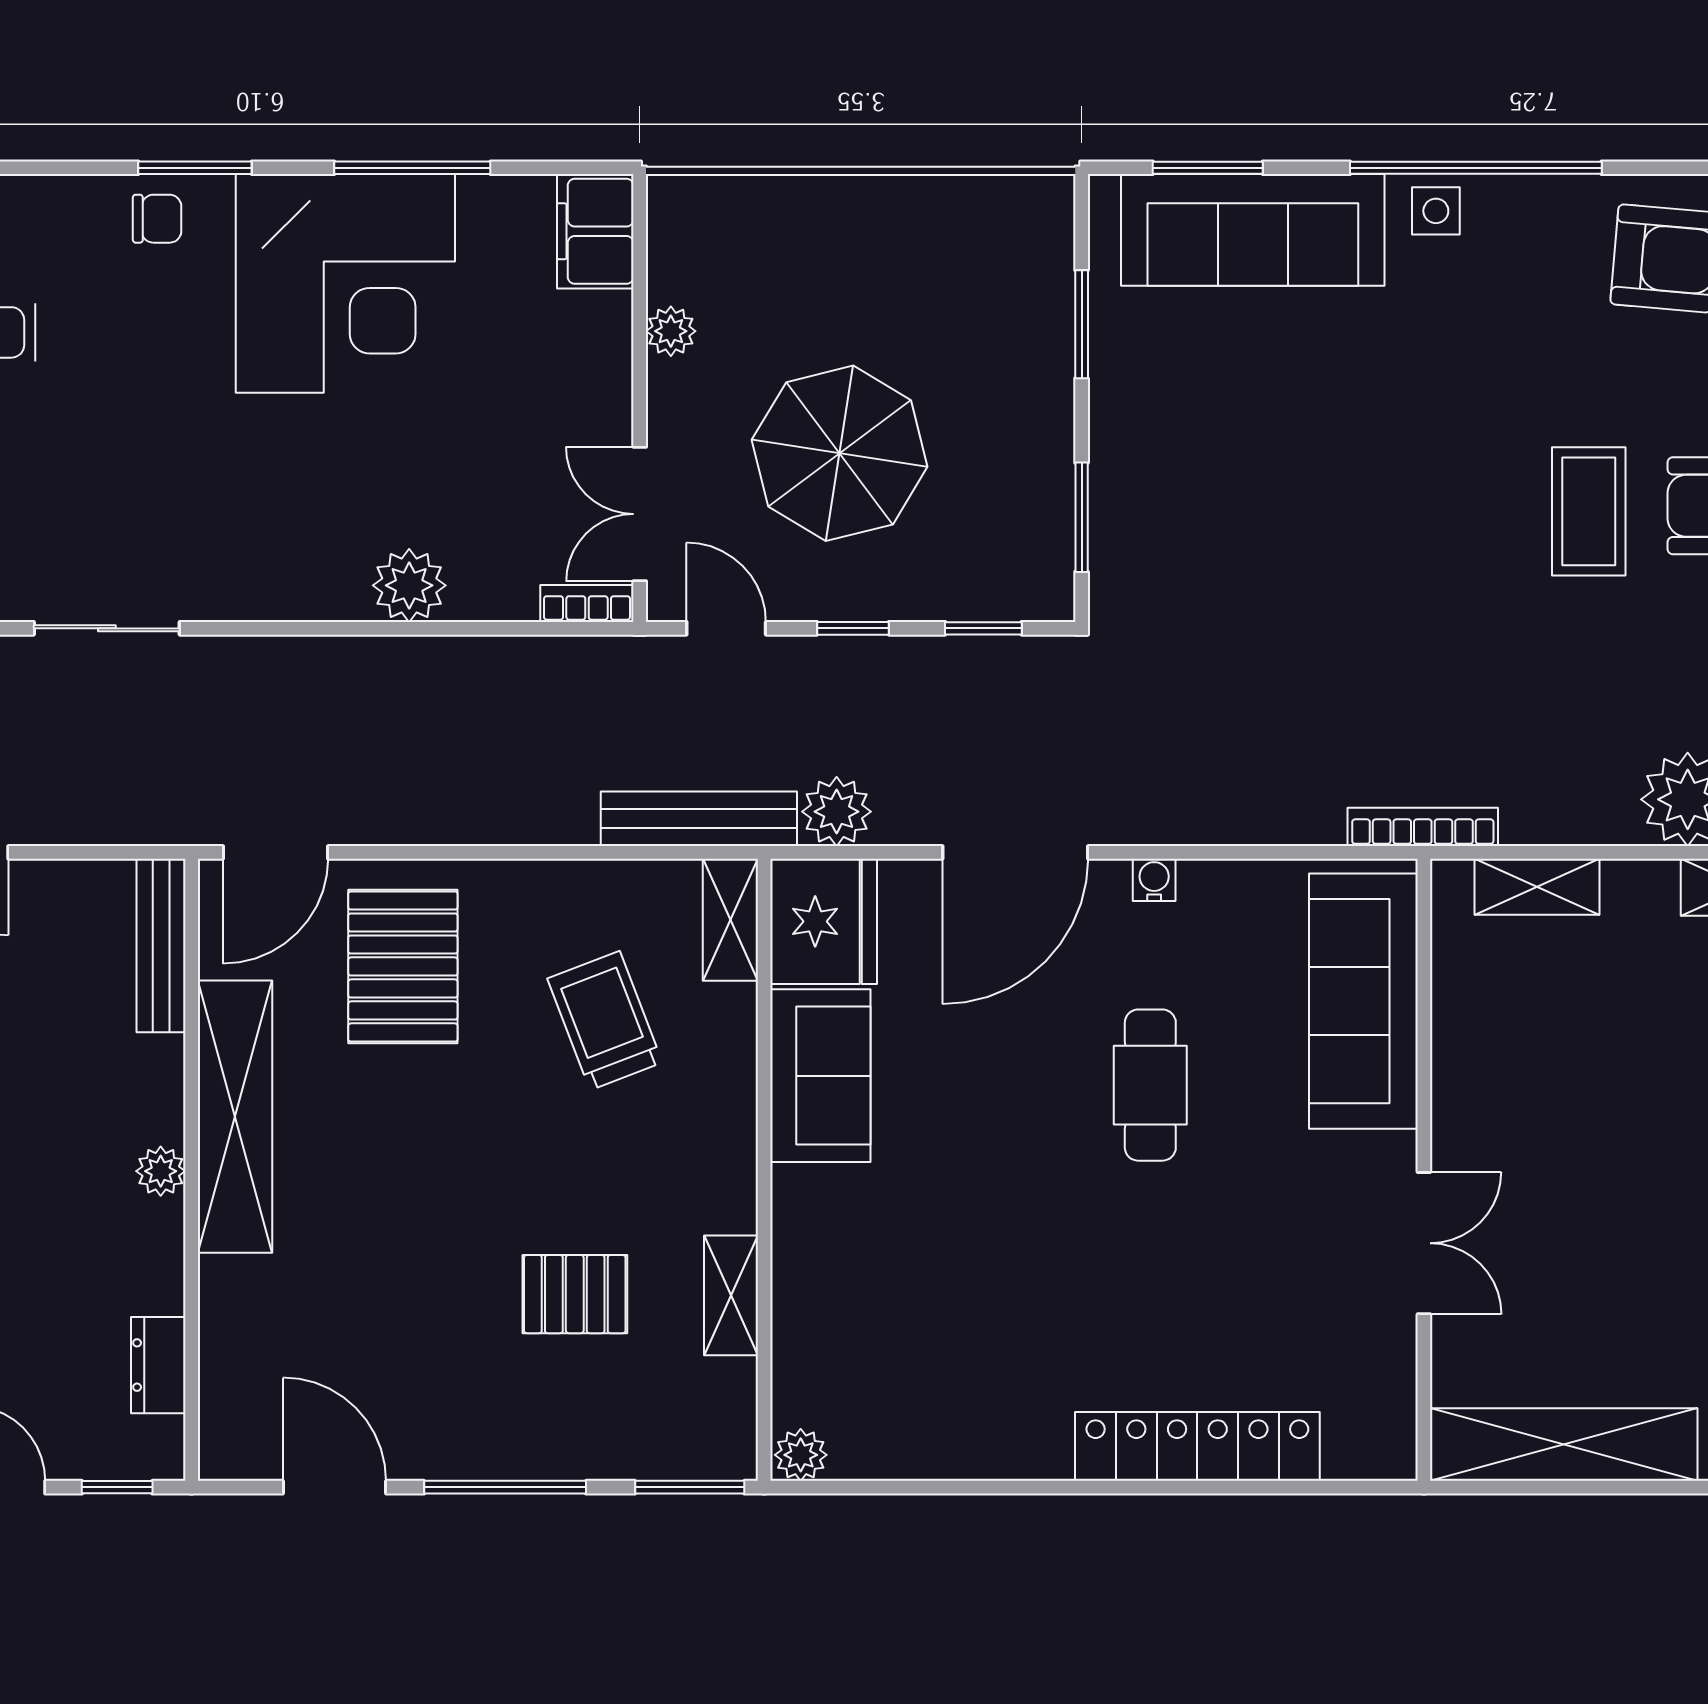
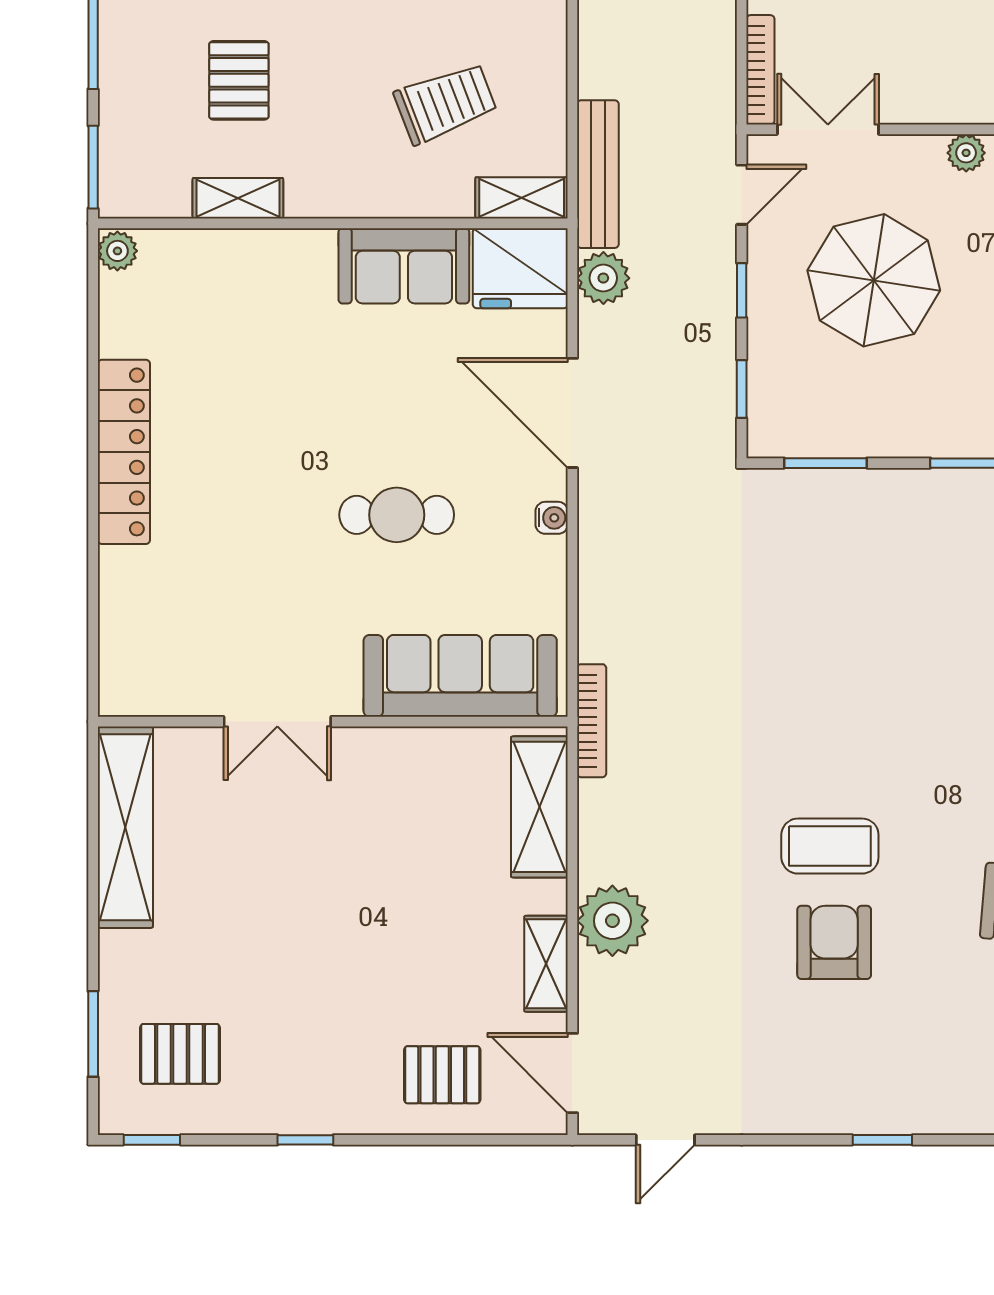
bookcase: (587, 604) -> (760, 70), width x1.56
shelving: (1537, 887) -> (539, 807), width x1.50, depth x1.33
locker: (1197, 1446) -> (124, 452), moved

